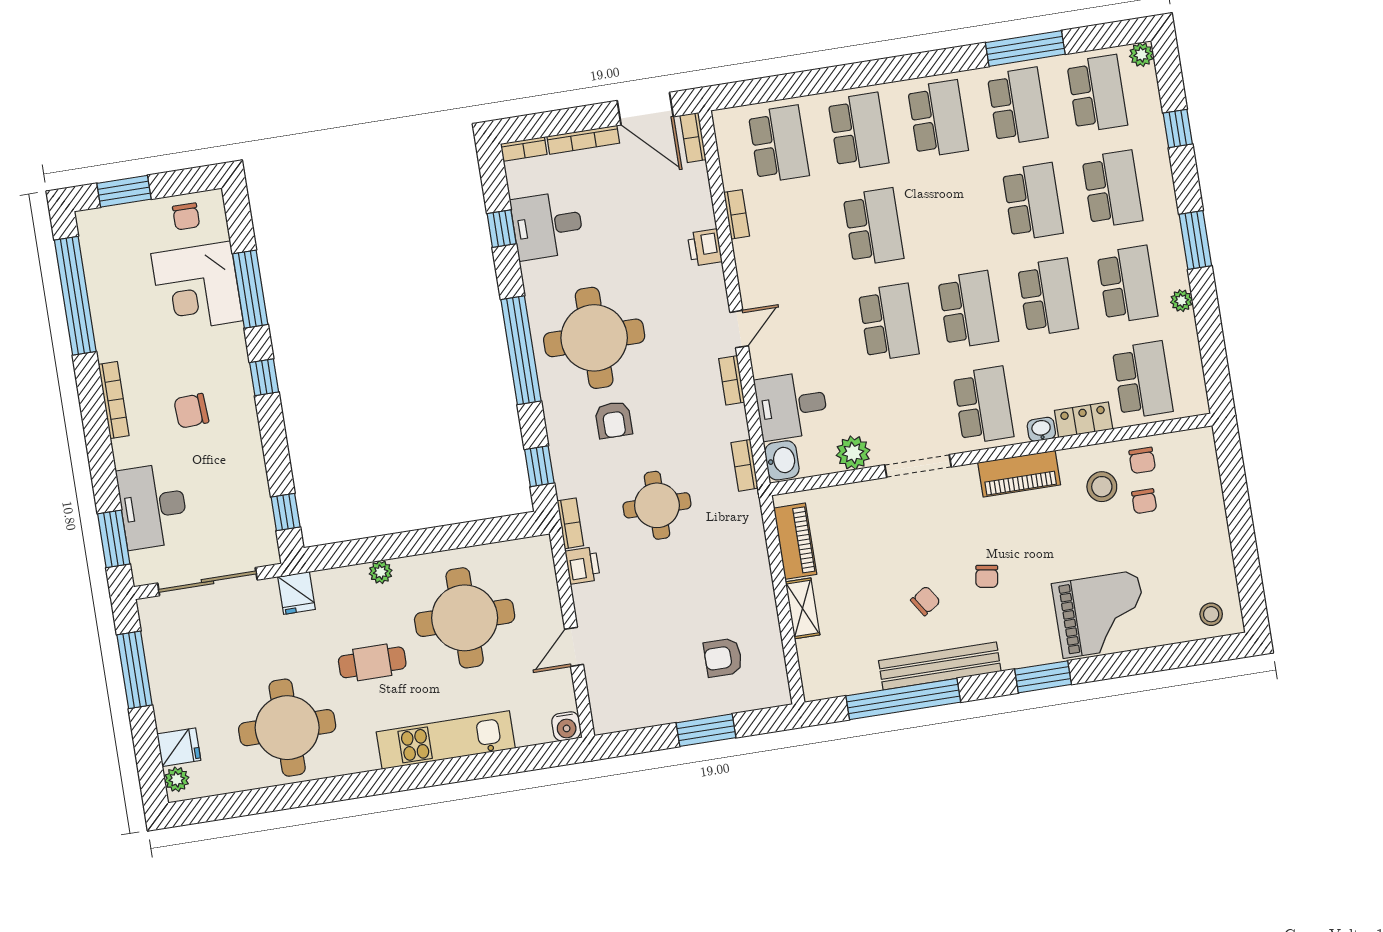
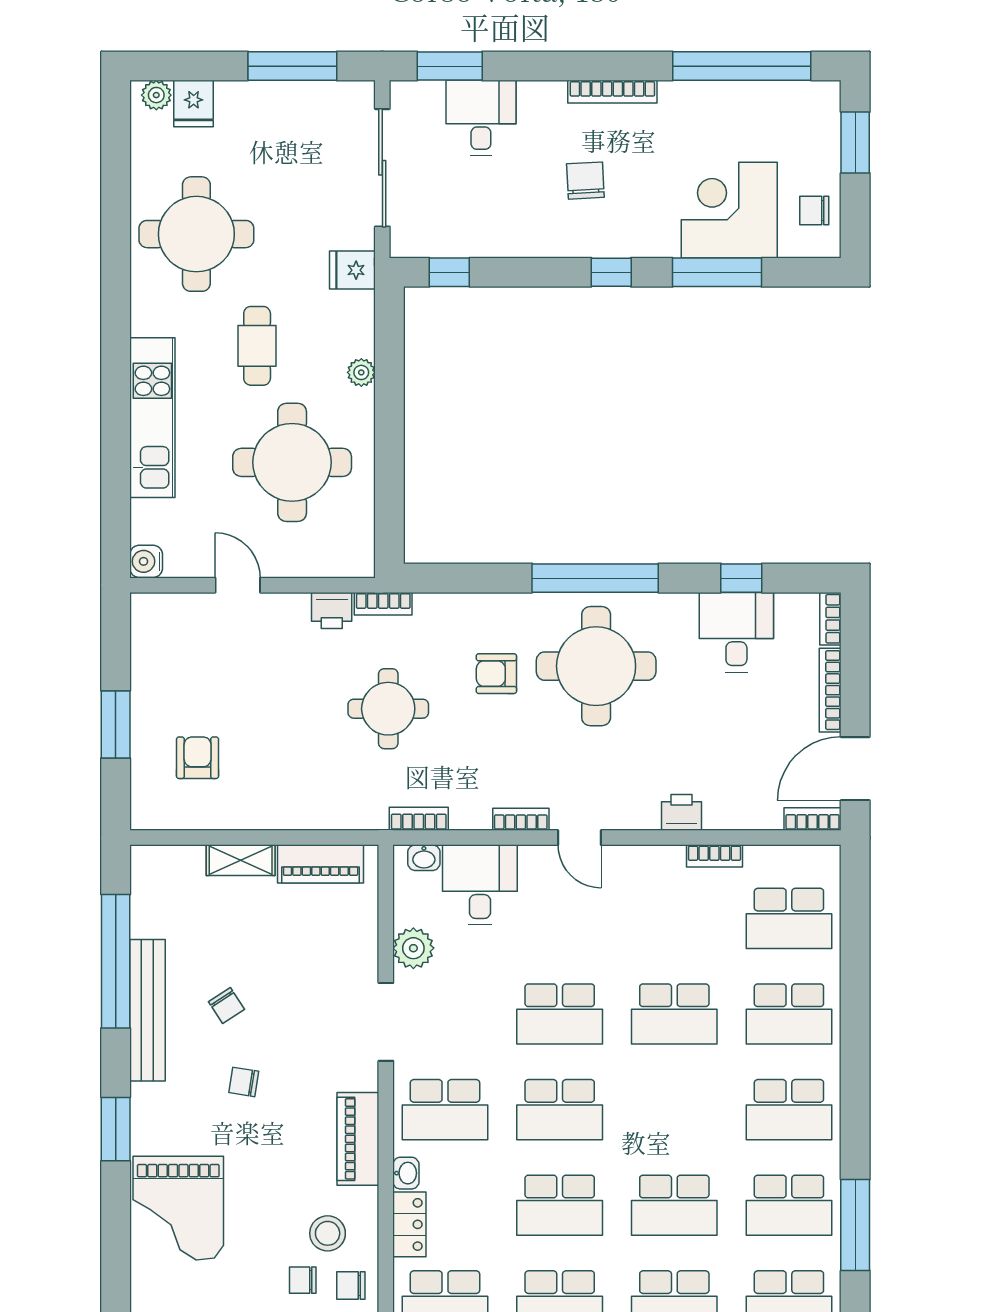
washbasin: (782, 460) -> (424, 858), width x0.72, depth x0.69
window: (539, 466) -> (456, 578), removed
desk: (153, 506) -> (481, 118), width x0.73

